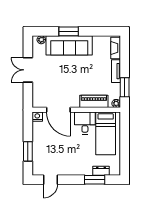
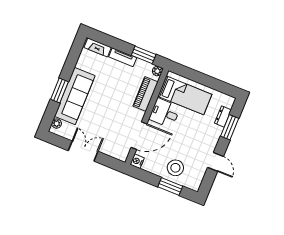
double door: (28, 70) -> (83, 151), swing flipped
stool: (44, 149) -> (175, 168), added
door: (50, 180) -> (216, 162), moved

